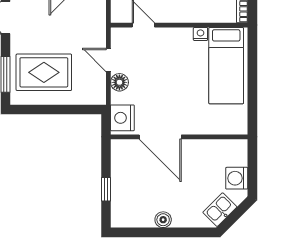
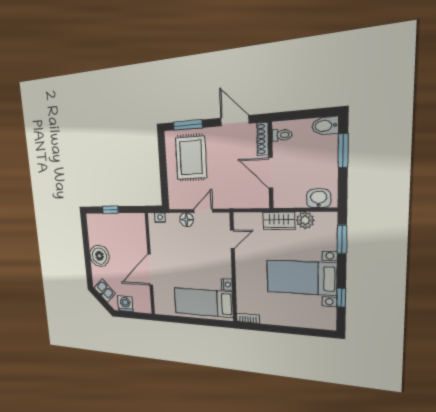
nightstand: (122, 118) -> (160, 218), width x0.53, depth x0.56
door: (160, 137) -> (150, 270), moved
boiler: (163, 220) -> (99, 256), width x1.86, depth x1.86

